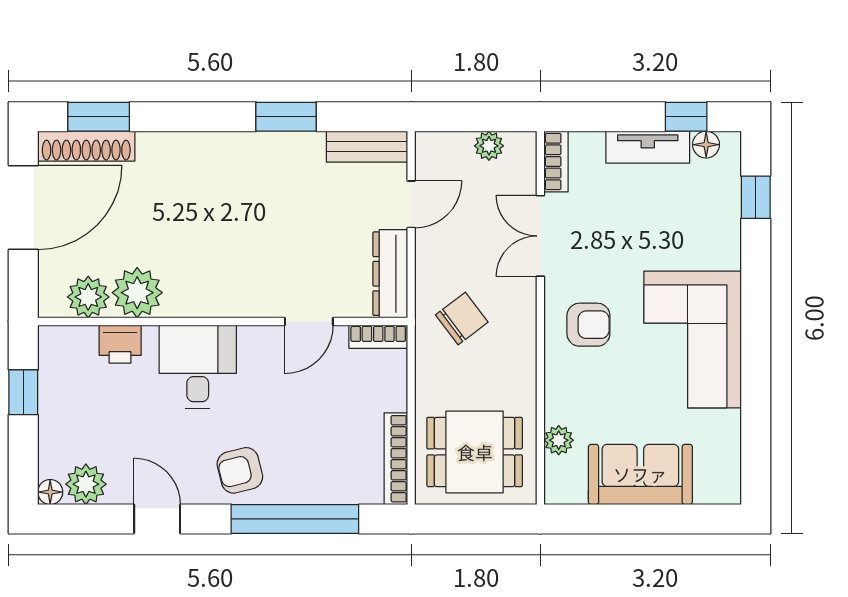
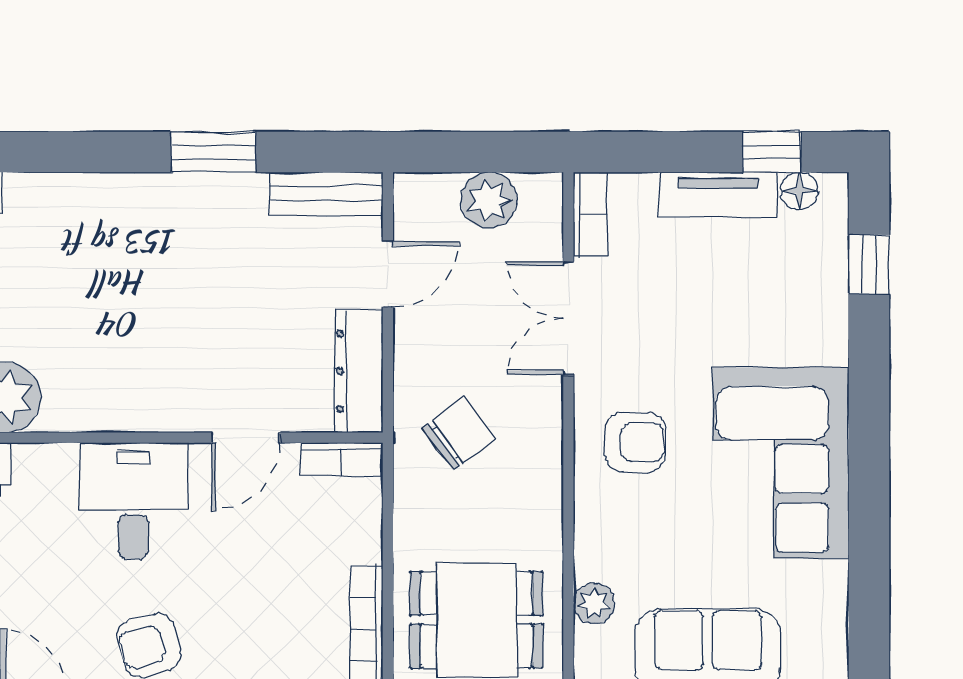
plant: (489, 146) -> (489, 200), width x1.38, depth x1.38
desk: (198, 367) -> (133, 501), moved

